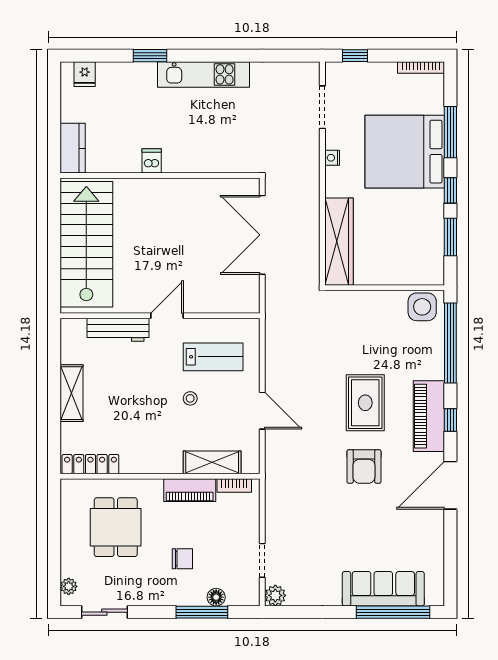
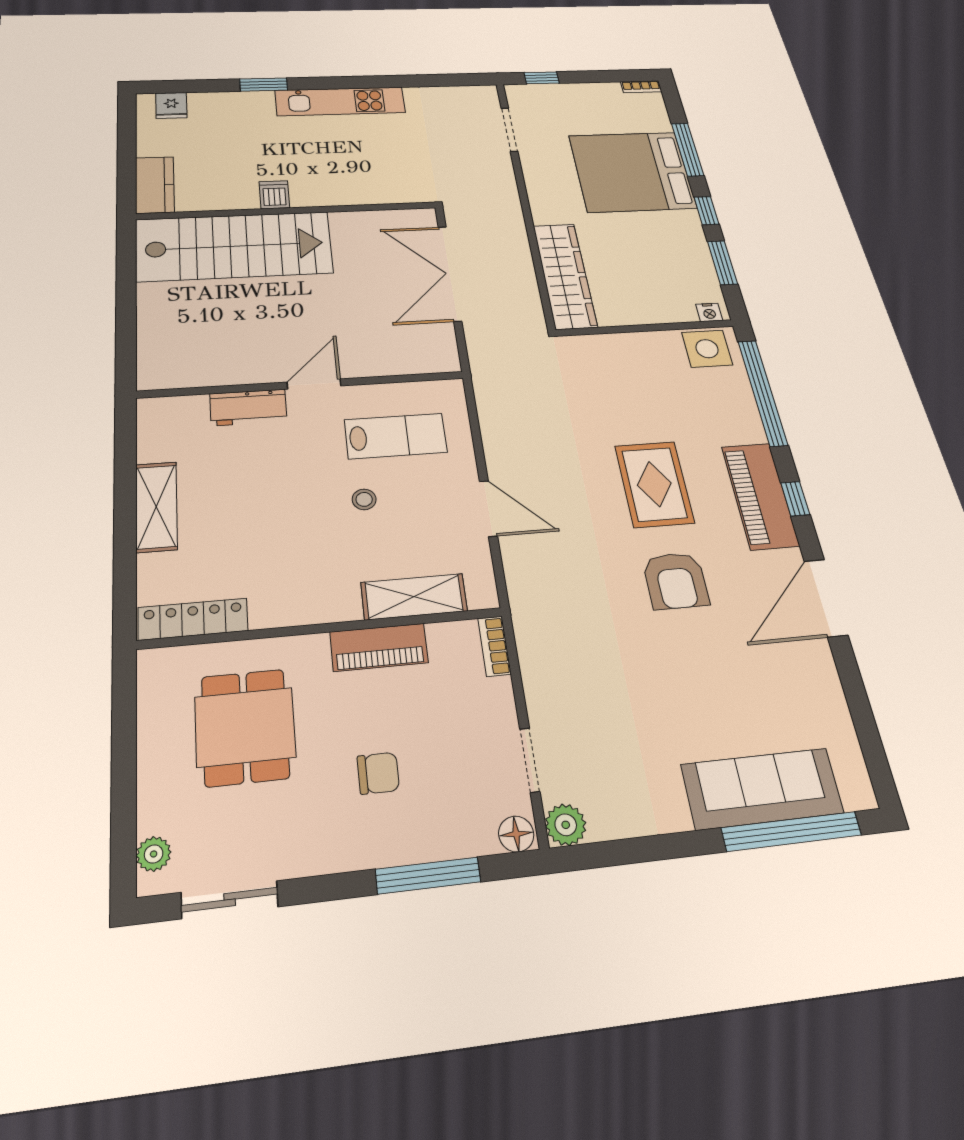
bookcase: (421, 68) -> (641, 87), width x0.64
nightstand: (332, 158) -> (709, 312), moved, turned -90
stairs: (86, 244) -> (234, 246), moved, turned 90
workbench: (118, 330) -> (248, 407), width x0.73
bookcase: (234, 485) -> (494, 646), moved, turned 90
floor lamp: (216, 597) -> (516, 834), moved

